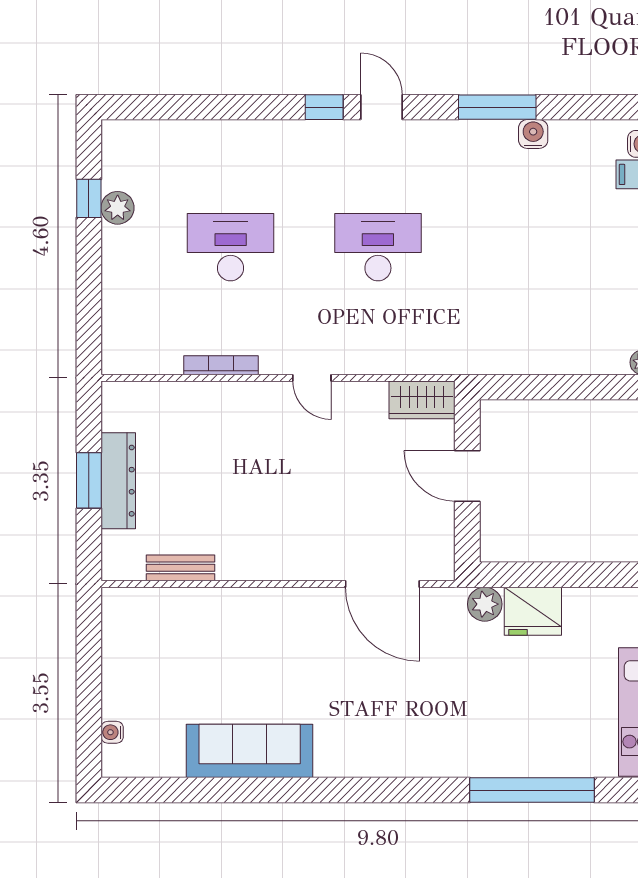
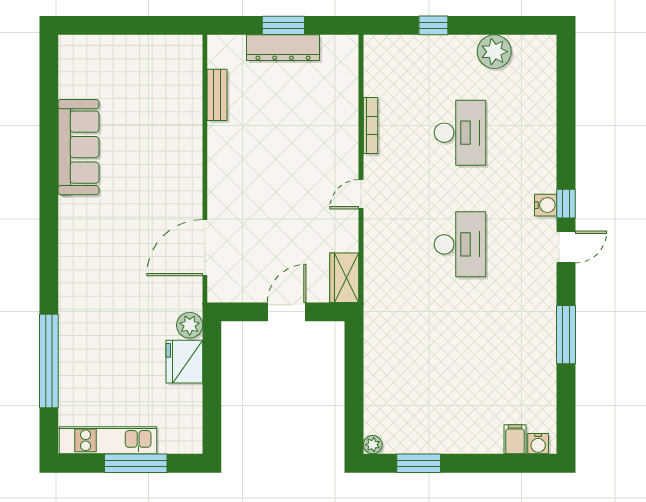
water cooler: (533, 134) -> (546, 205), moved
window: (89, 198) -> (433, 25), moved
plant: (118, 208) -> (494, 52), width x1.36, depth x1.36
water cooler: (112, 732) -> (93, 43), removed

